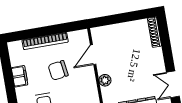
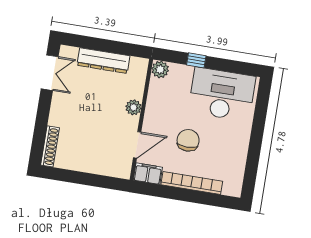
chair: (58, 70) -> (188, 140), turned -82
filing cabinet: (20, 76) -> (148, 174), moved, turned 90

